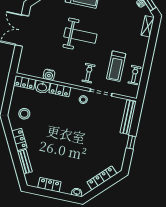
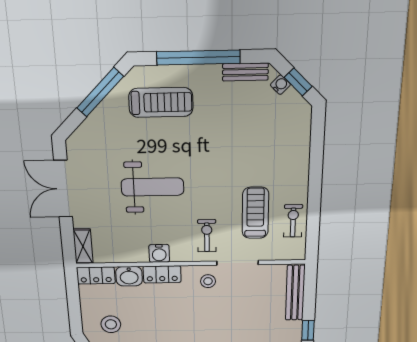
shelving: (148, 26) -> (83, 246), moved
weight bench: (80, 35) -> (152, 187), moved
treadmill: (116, 66) -> (255, 213), turned 180
water cooler: (49, 75) -> (159, 253), moved

